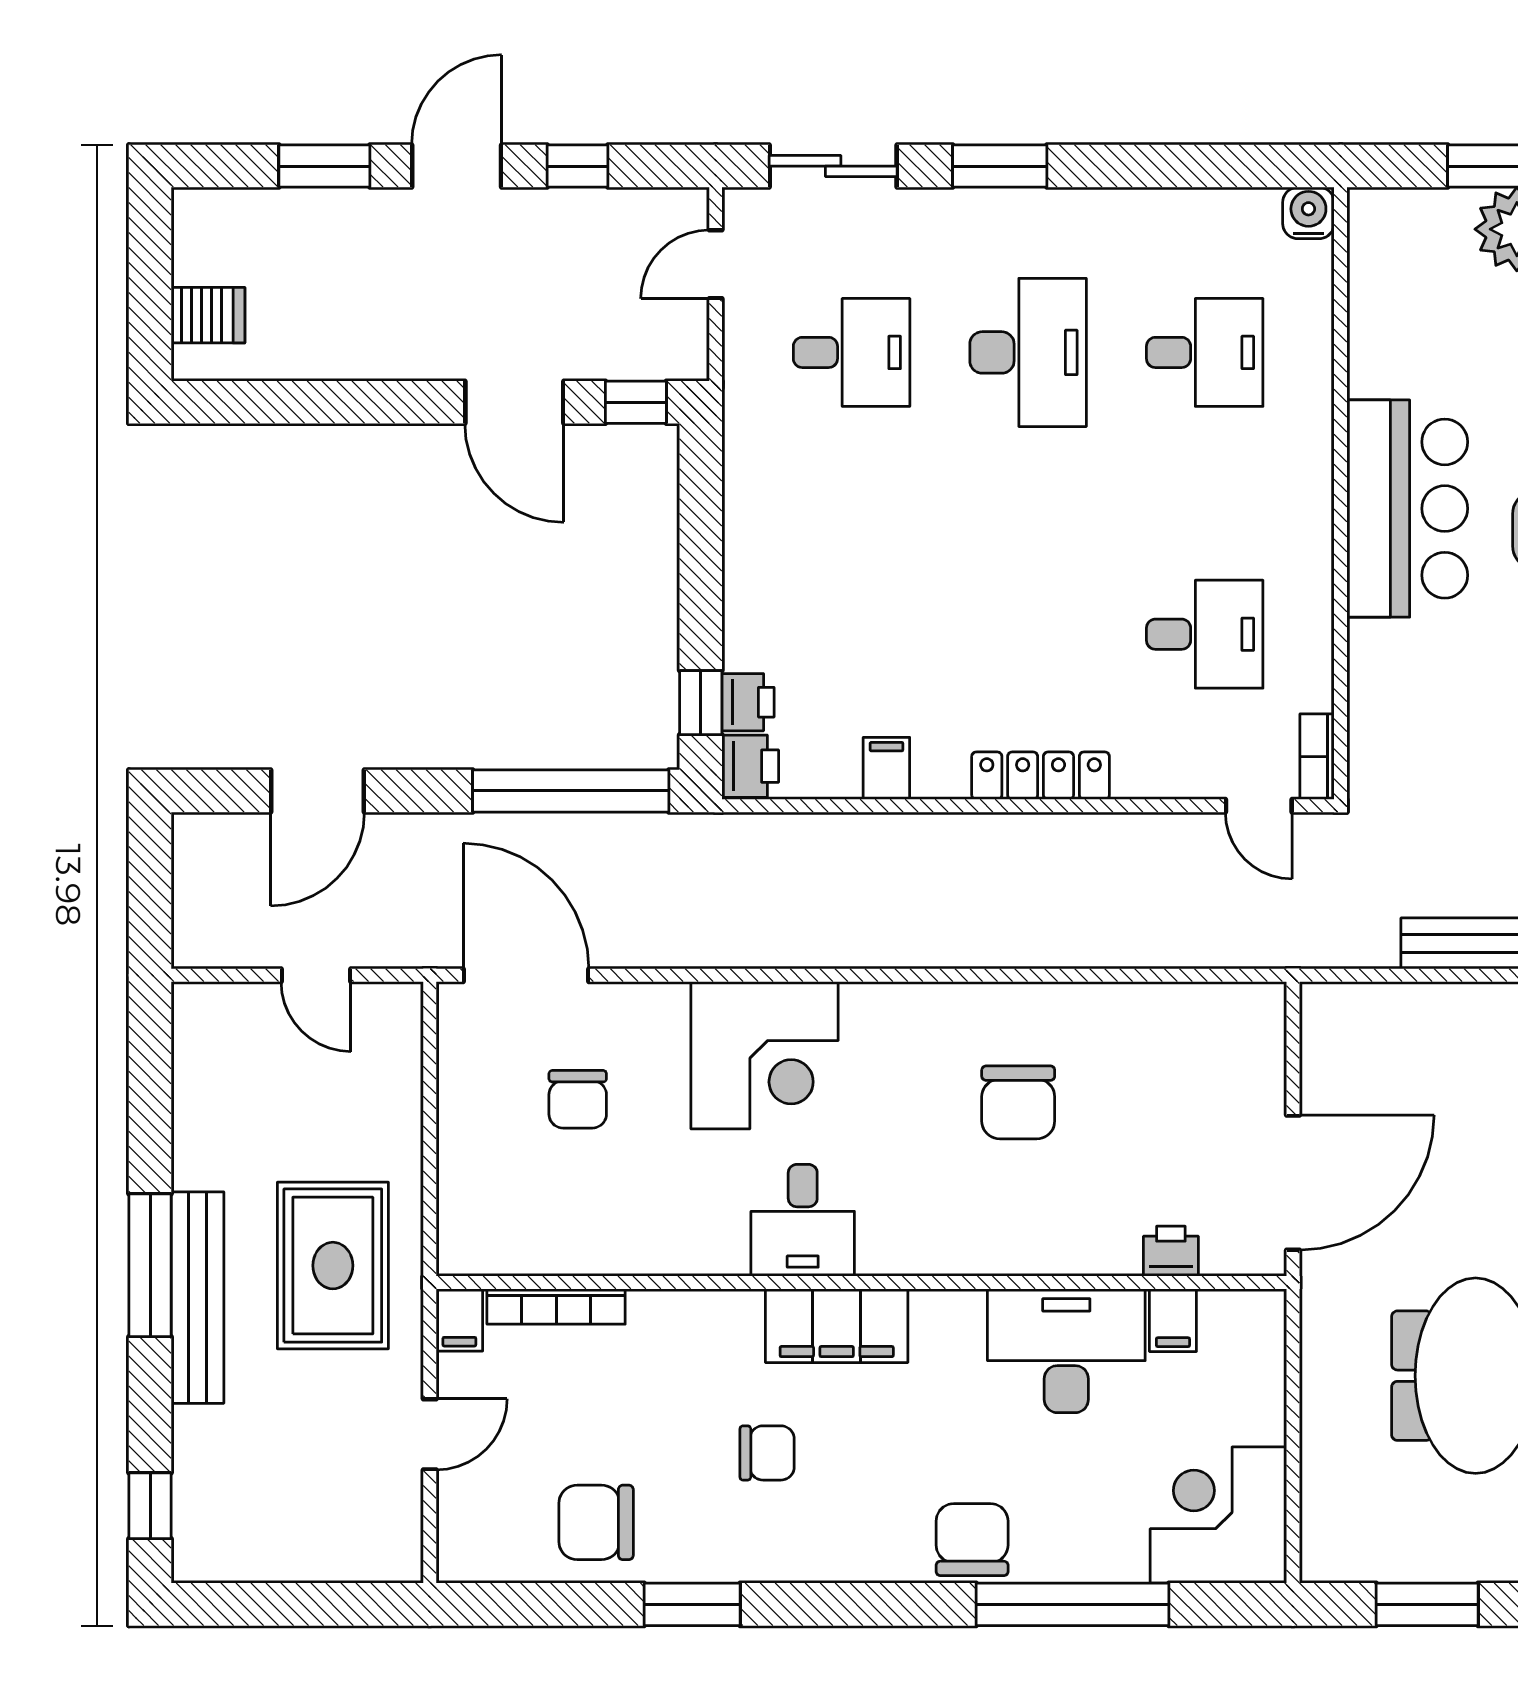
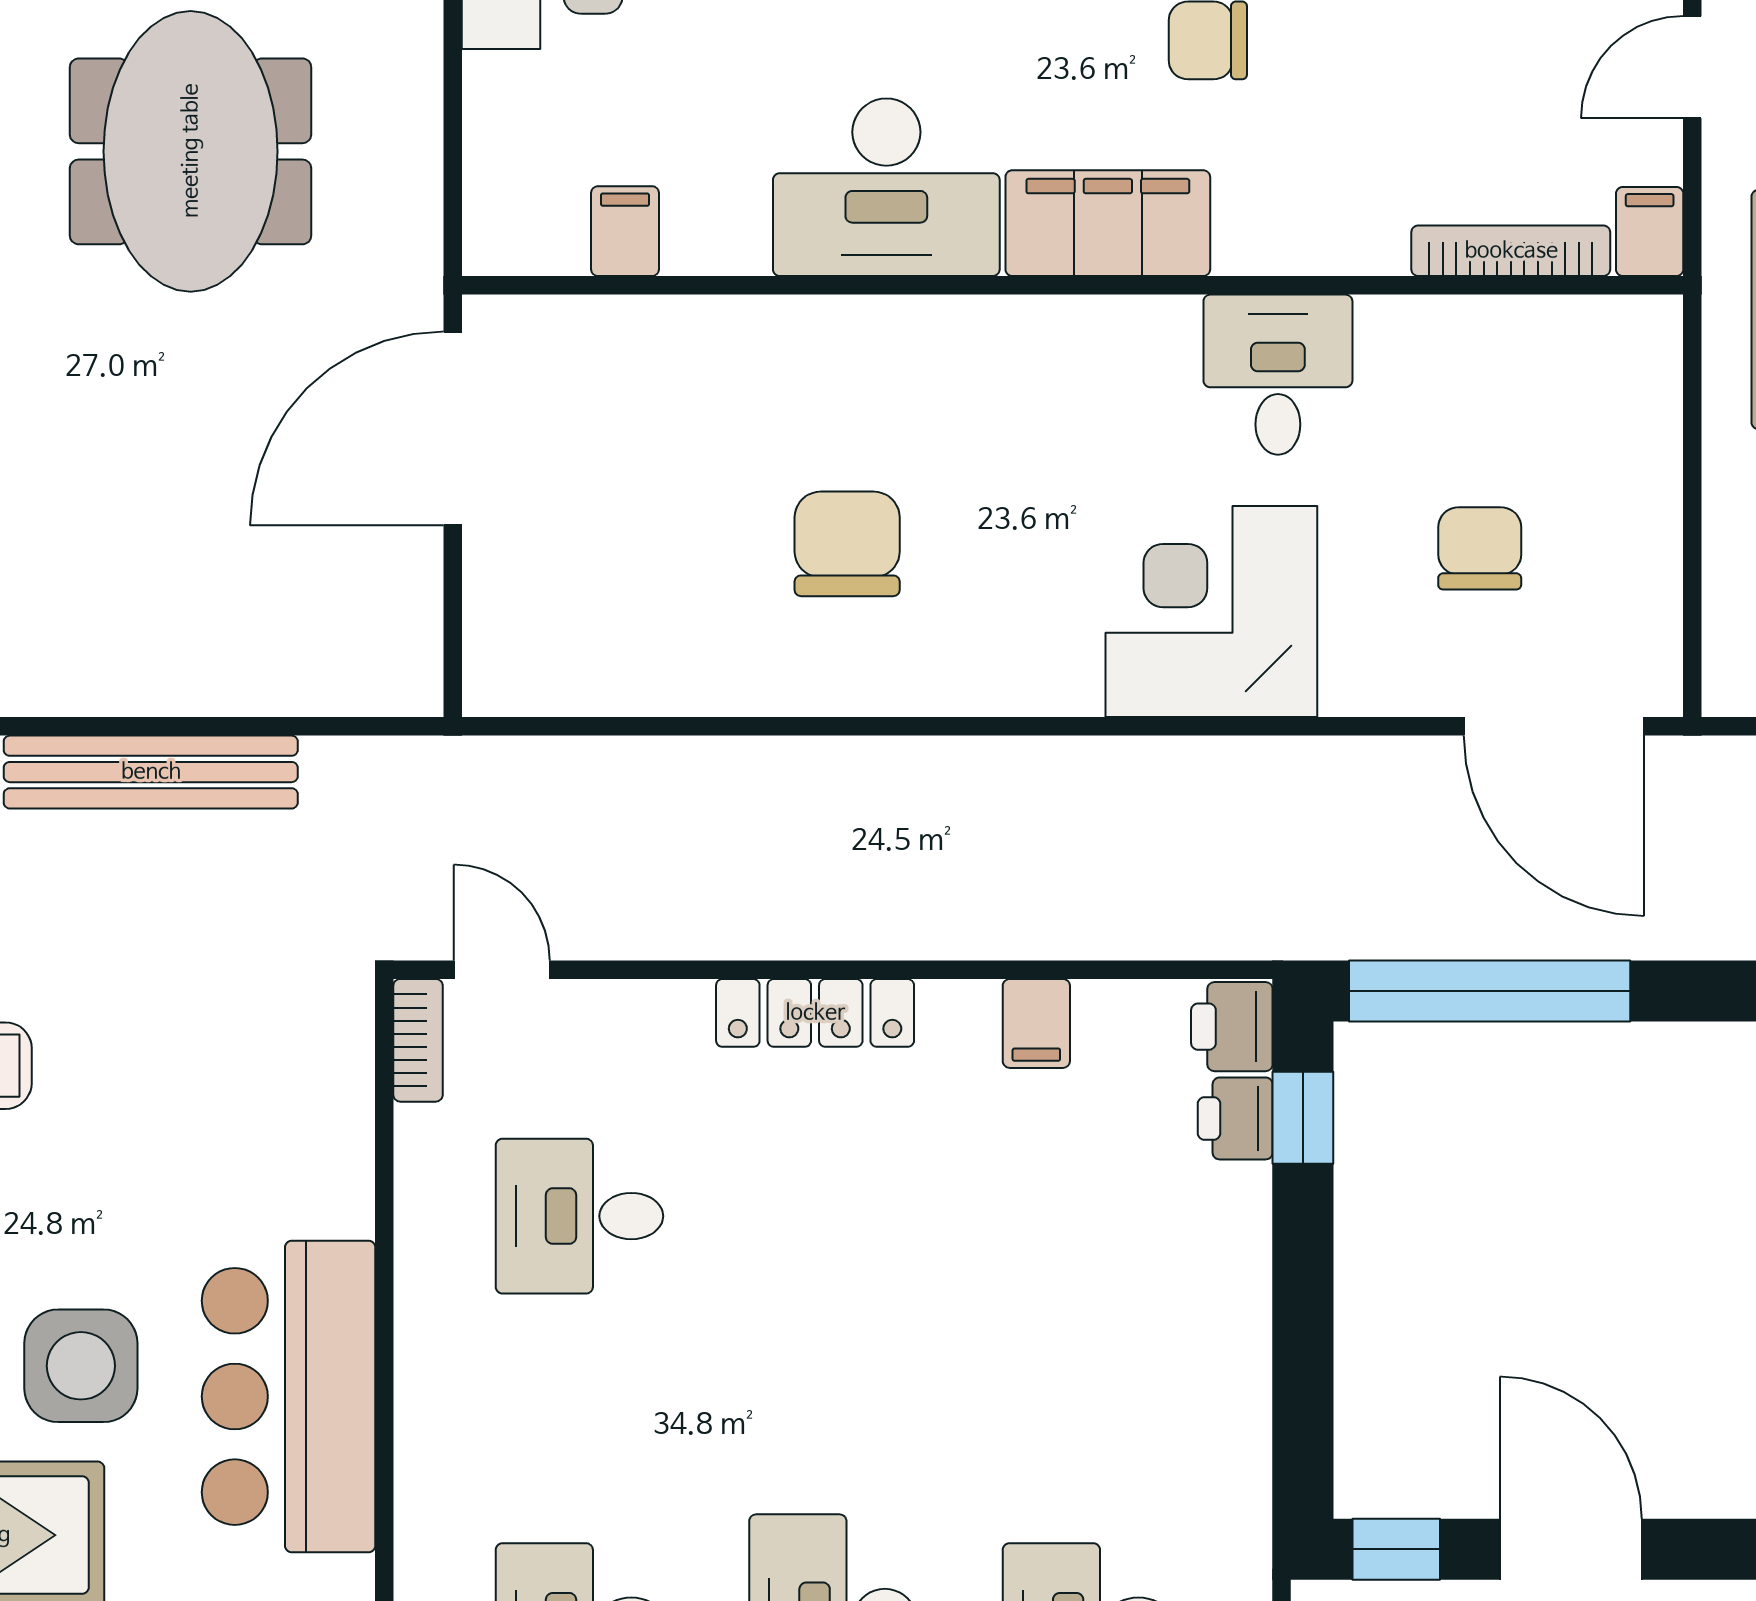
desk: (803, 1220) -> (1278, 375), moved
printer: (1171, 1251) -> (628, 330), removed
desk: (1066, 1351) -> (886, 187), moved

